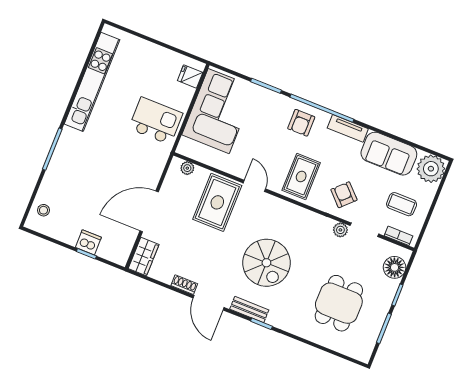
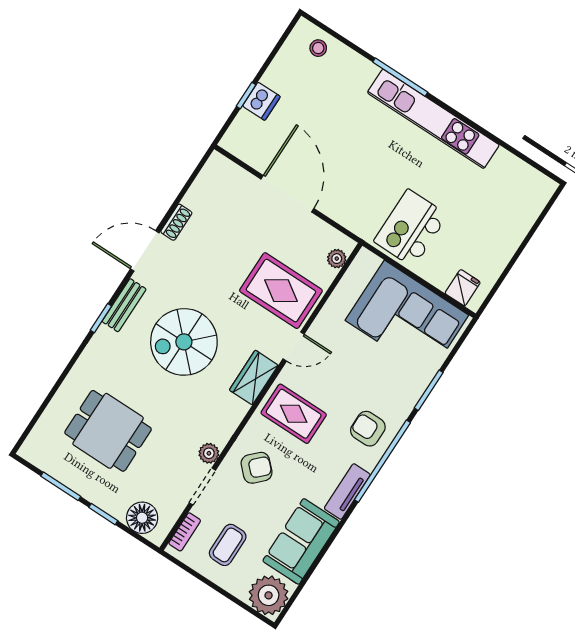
kitchen unit: (92, 82) -> (433, 119), moved
kitchen island: (156, 121) -> (411, 228), turned 180
wardrobe: (144, 256) -> (254, 378), moved, turned 90

